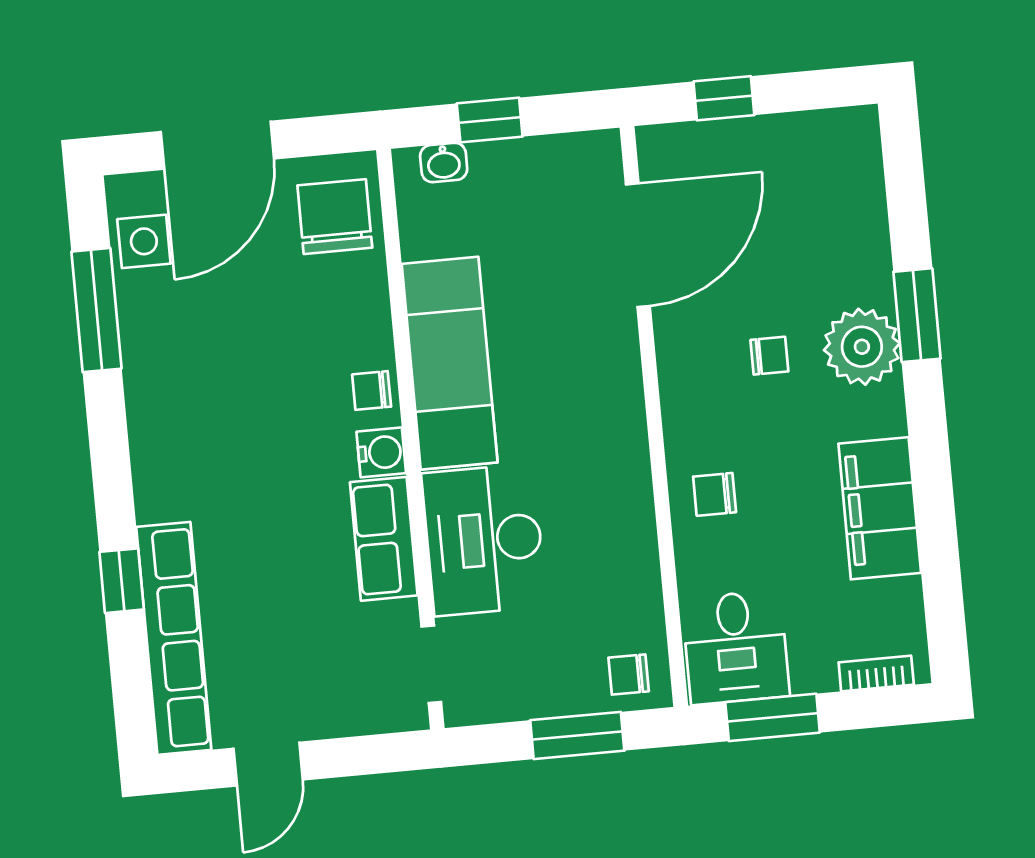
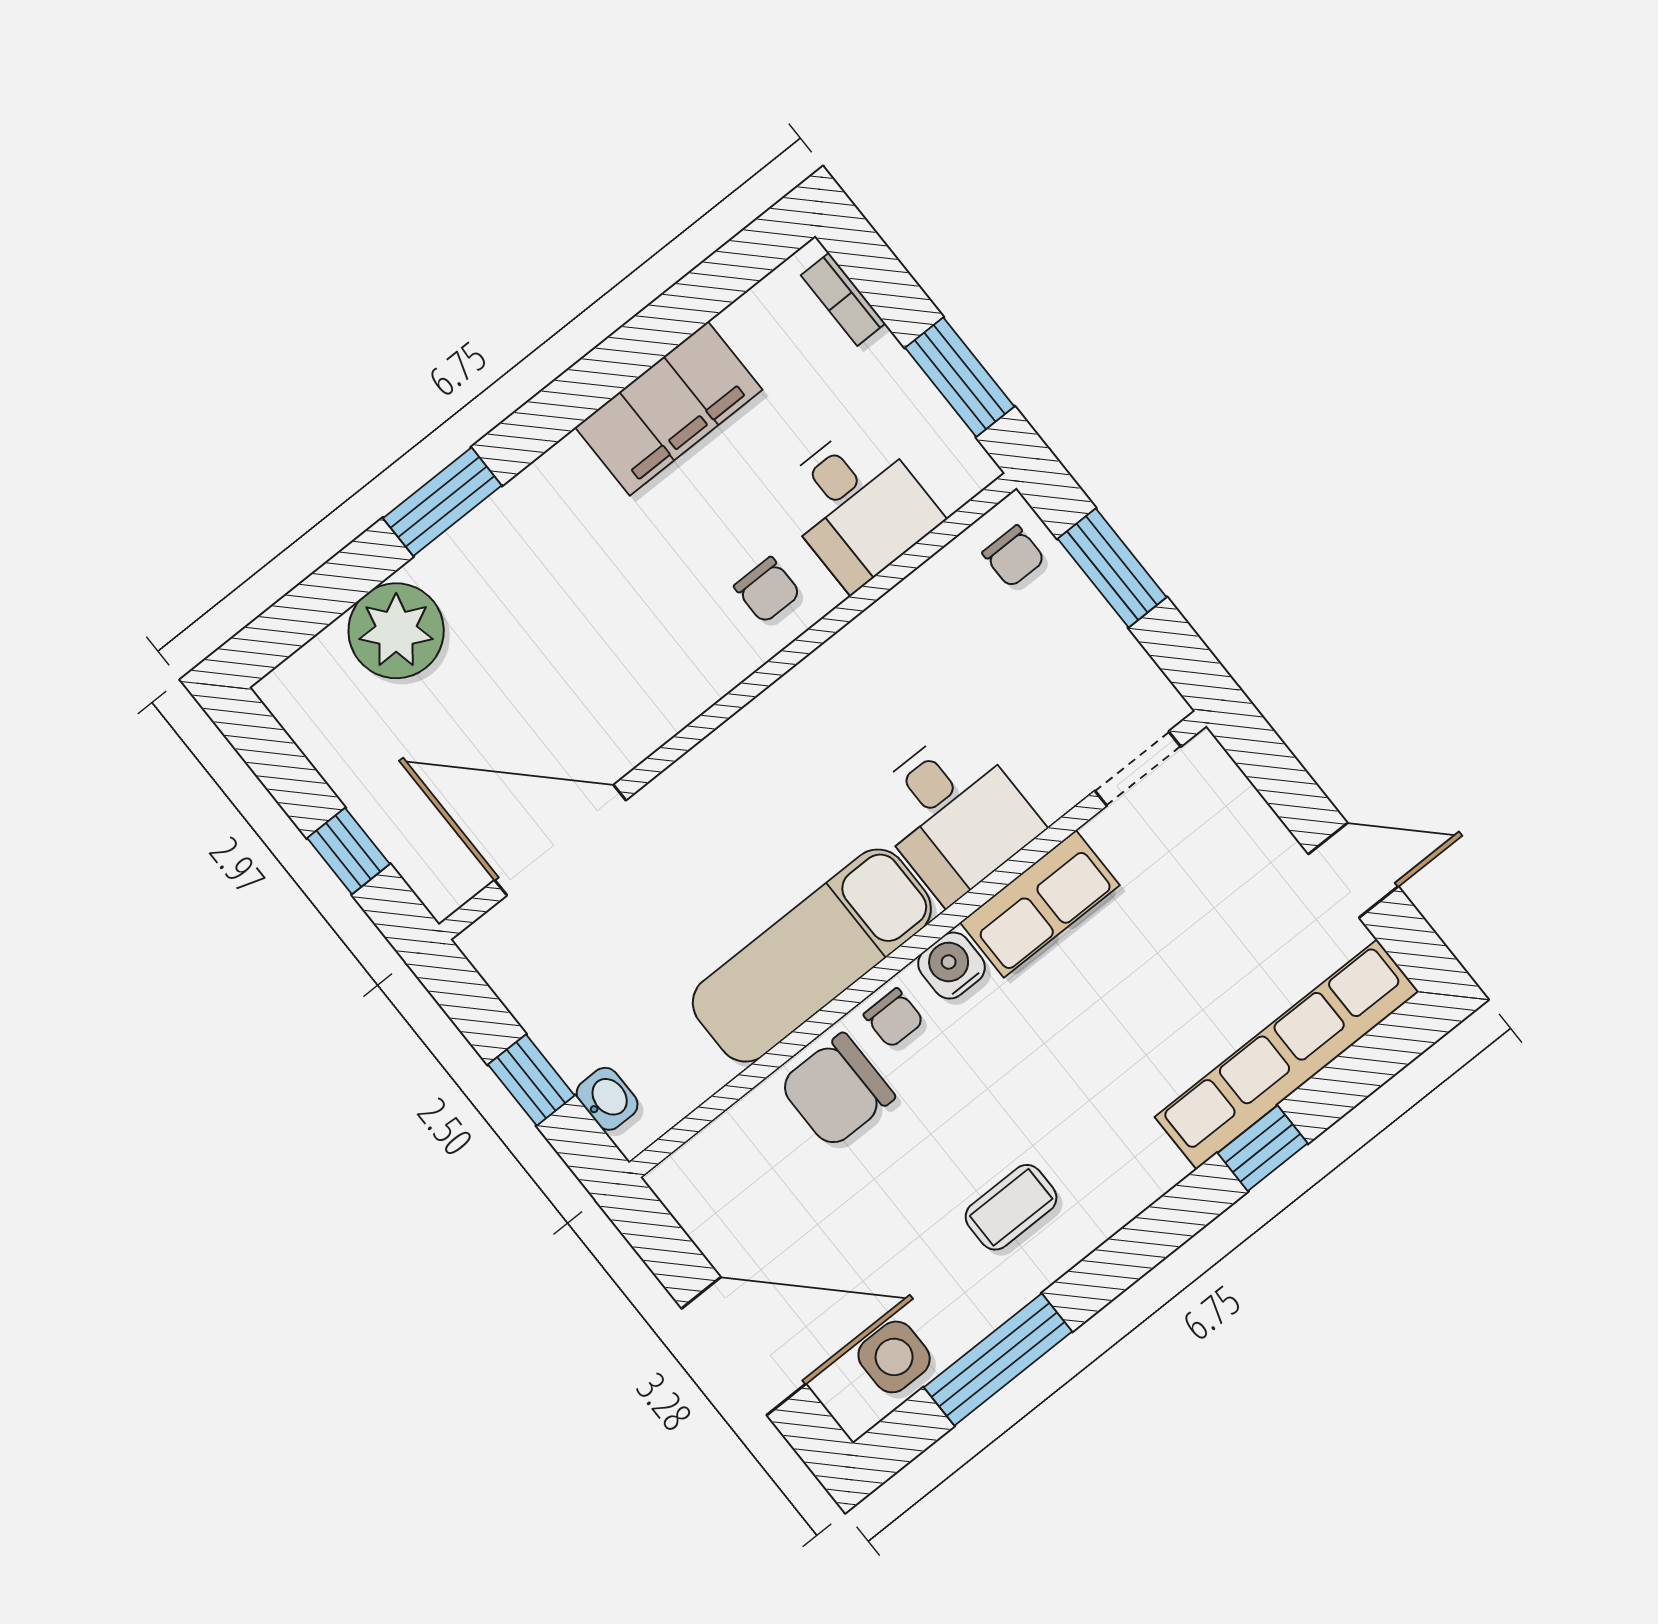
chair: (335, 217) -> (837, 1091), moved
plant: (862, 347) -> (396, 631), moved
chair: (769, 356) -> (585, 628), removed
coffee table: (193, 386) -> (1011, 1207), added
desk: (484, 540) -> (953, 814), width x0.73
desk: (736, 647) -> (857, 506), moved, turned 90

